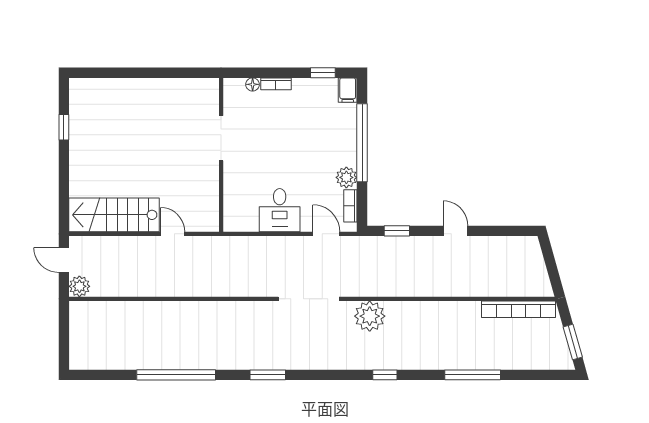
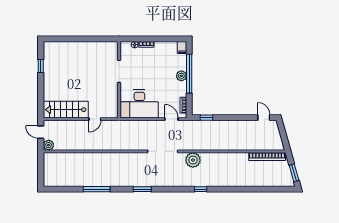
window: (323, 73) -> (170, 39), removed
plant: (346, 177) -> (181, 76), moved
desk: (280, 210) -> (139, 104), width x1.87, depth x1.30
door: (455, 231) -> (264, 118), moved
door: (173, 234) -> (95, 119), swing flipped
window: (176, 375) -> (97, 189), width x0.68
window: (473, 375) -> (244, 189), removed

